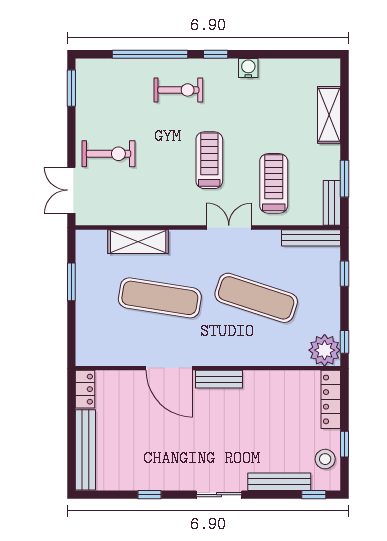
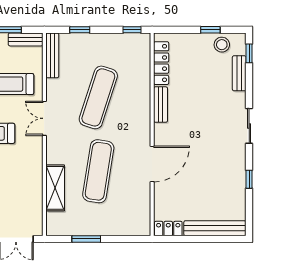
plant: (325, 350) -> (138, 45), removed
bench: (219, 379) -> (161, 105), moved
locker: (331, 399) -> (161, 63), moved, turned -90
bench: (279, 482) -> (239, 73), width x0.73

